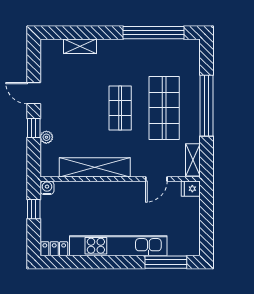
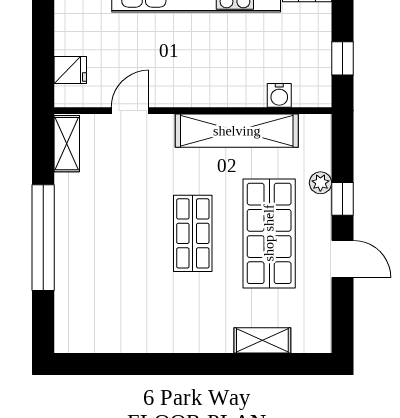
window: (154, 33) -> (135, 364), removed
shop shelf: (164, 108) -> (269, 233), moved
water cooler: (47, 188) -> (279, 95), moved
fridge: (191, 189) -> (70, 70), moved

